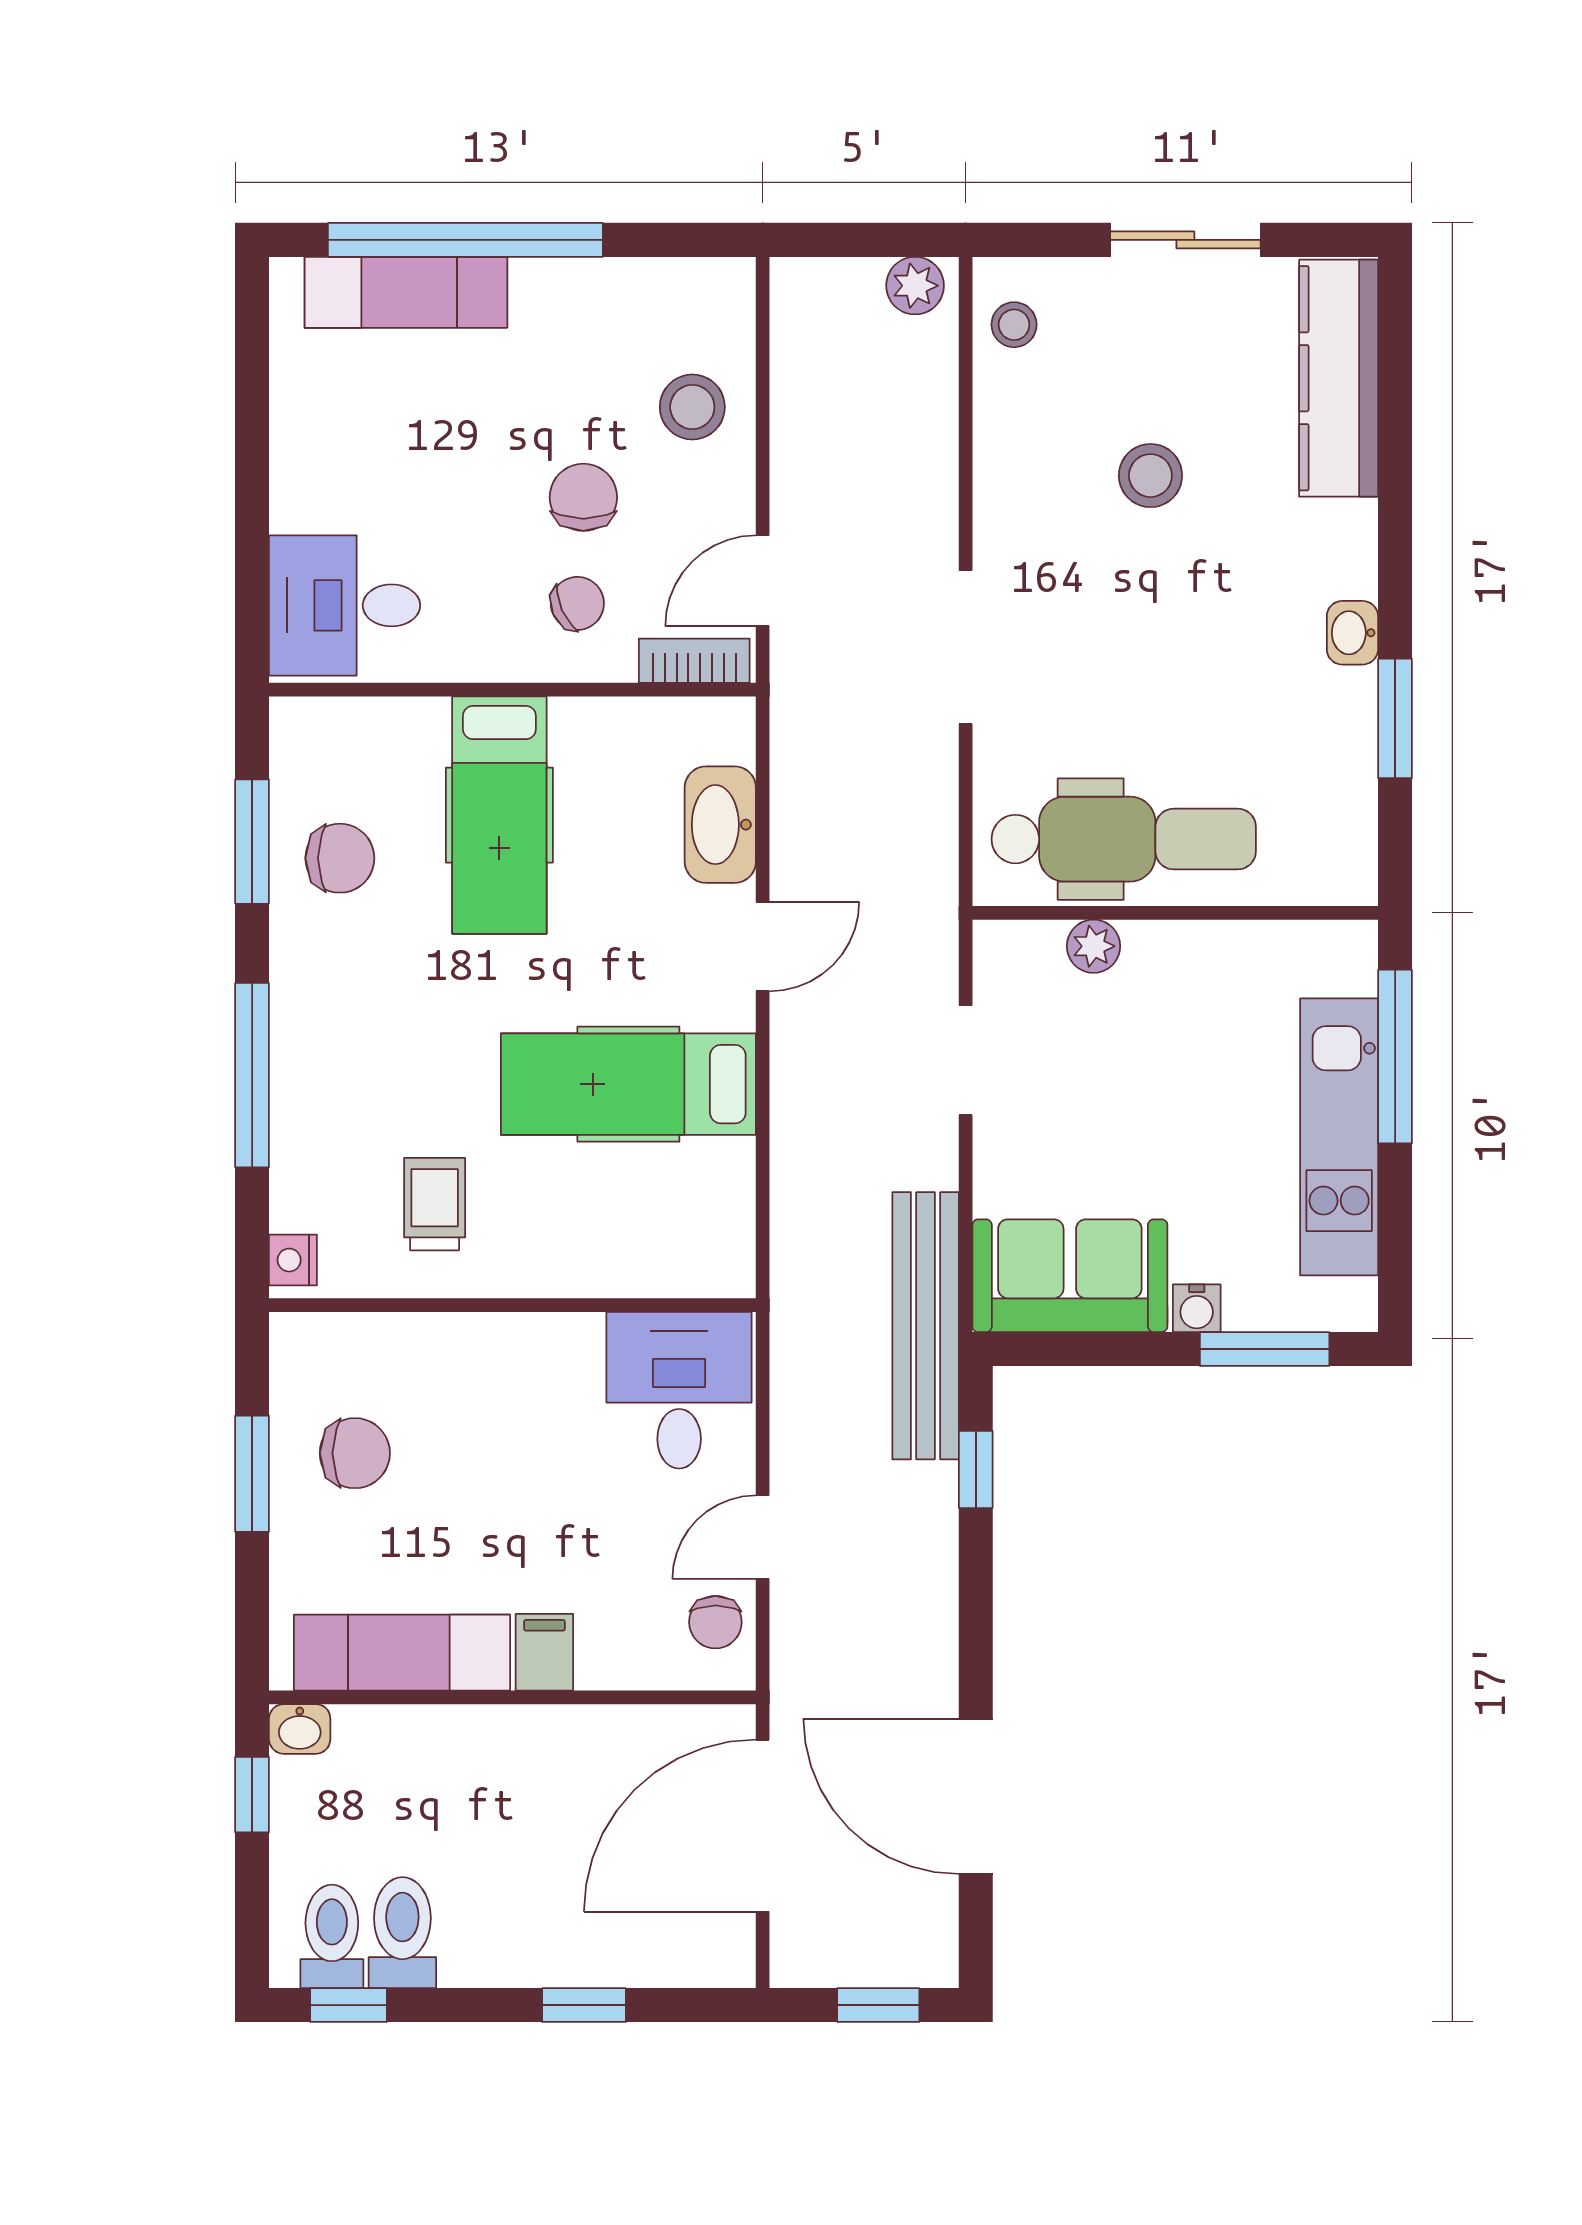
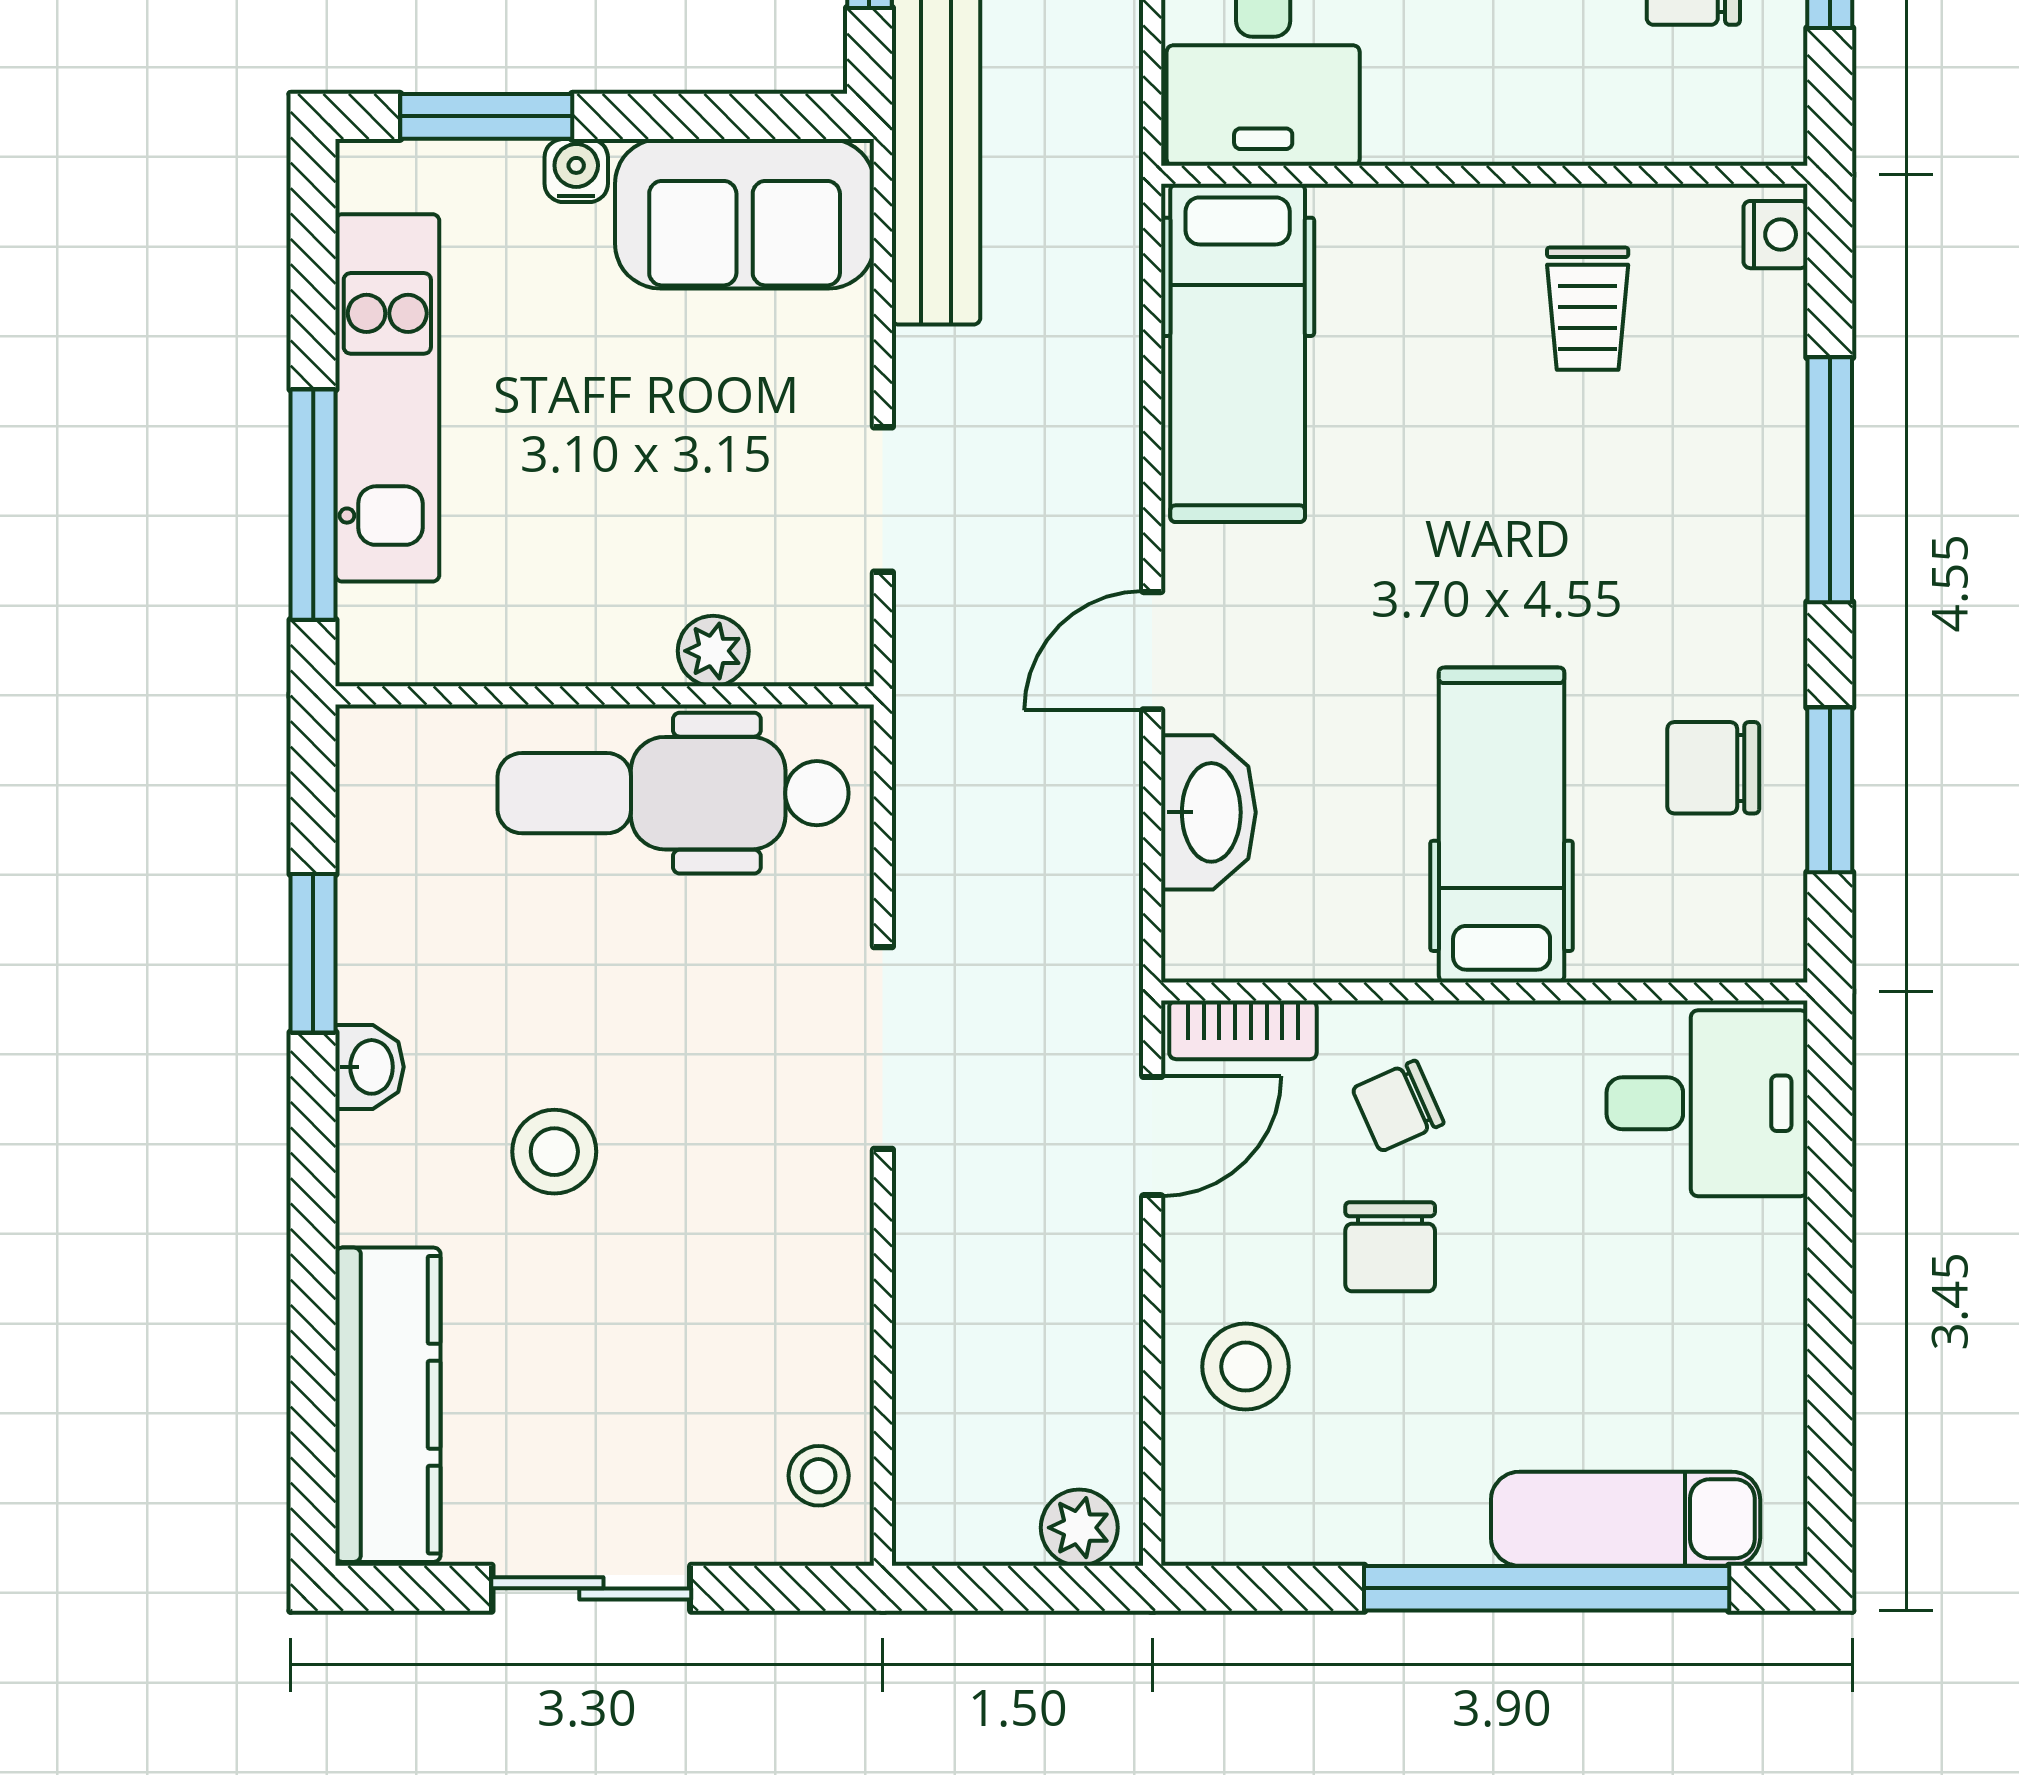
plant: (915, 286) -> (1079, 1528), moved
stool: (1150, 476) -> (554, 1152), moved
hospital bed: (628, 1084) -> (1238, 353), moved, turned 90

